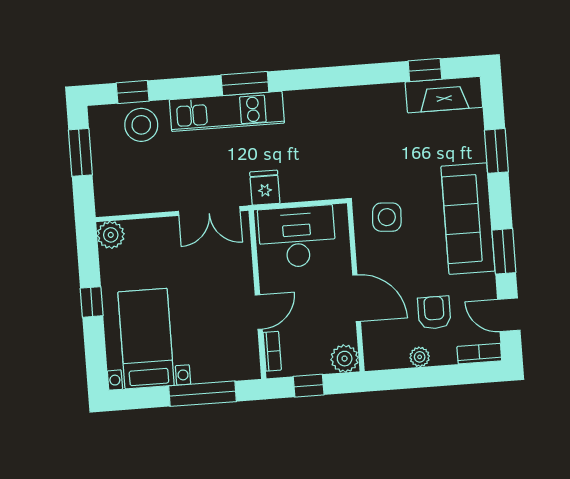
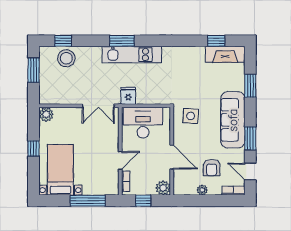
kitchen unit: (227, 111) -> (132, 55), moved
armchair: (434, 313) -> (212, 167), turned 180

